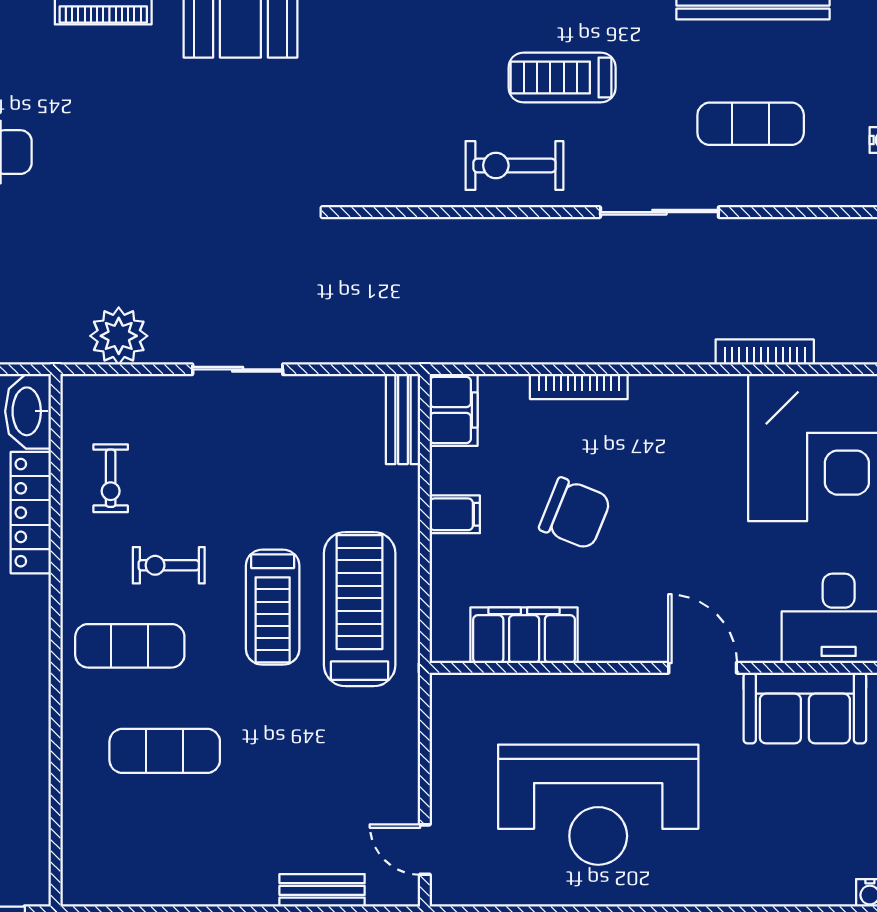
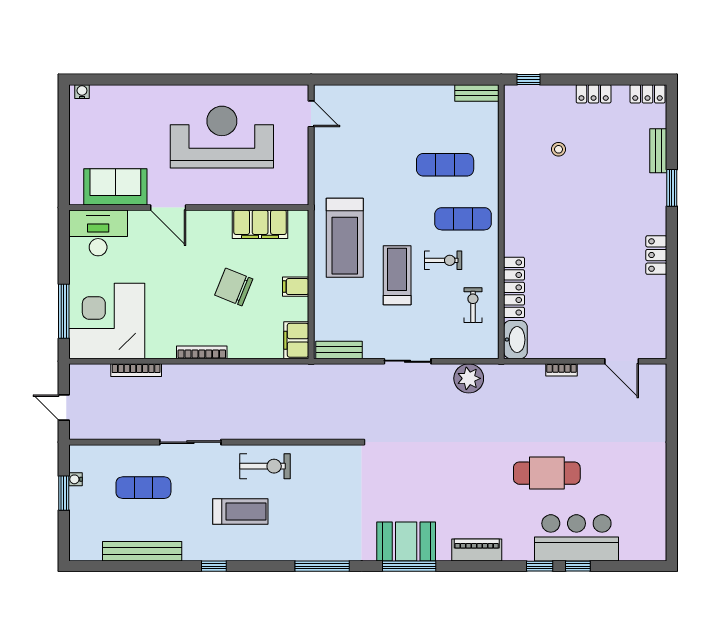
bookcase: (579, 387) -> (202, 352), moved
bench: (403, 419) -> (339, 350), moved, turned 90
treadmill: (273, 607) -> (397, 275), moved
bench: (322, 890) -> (477, 93), moved

